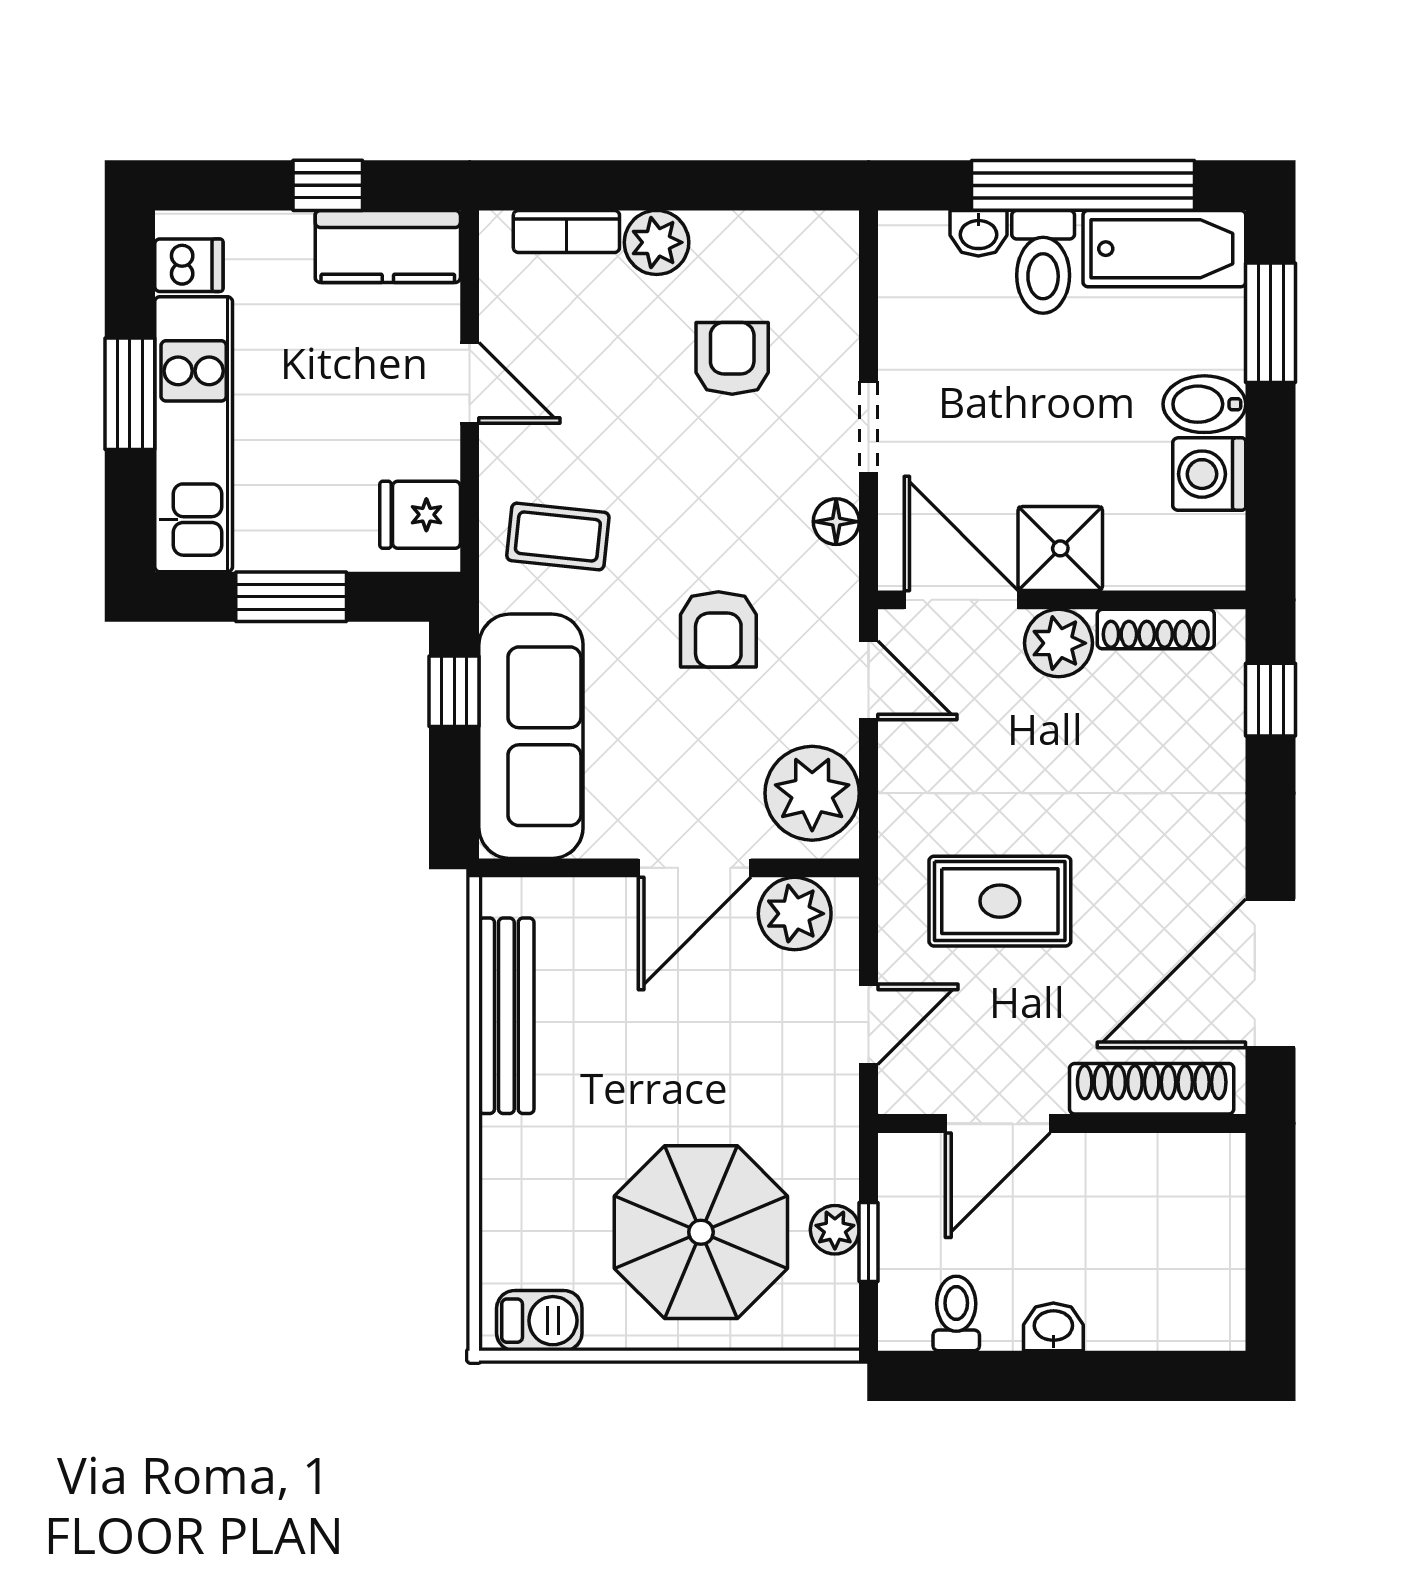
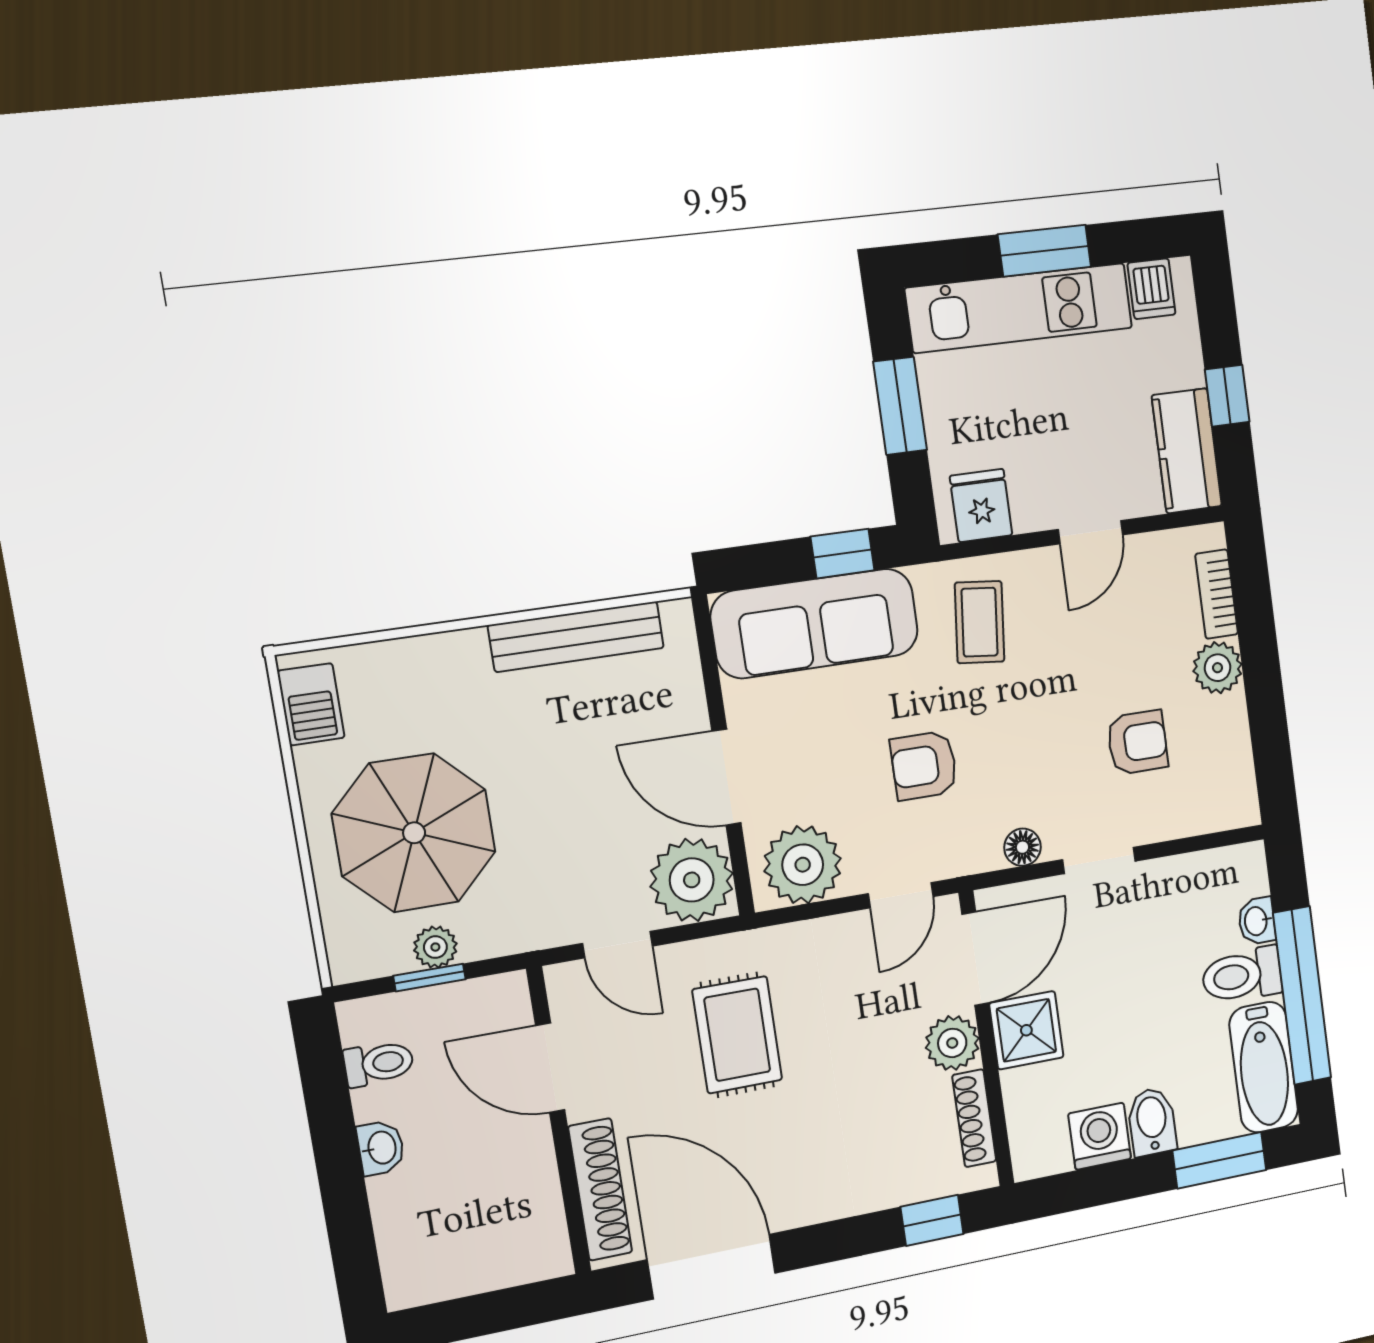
plant: (795, 914) -> (692, 880), width x1.36, depth x1.36

